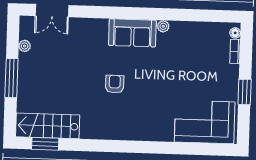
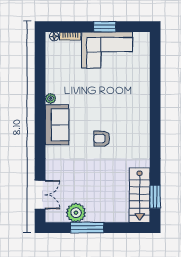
plant: (25, 46) -> (76, 213), width x1.88, depth x1.88
window: (11, 78) -> (87, 228), moved
corner sofa: (205, 122) -> (107, 50), moved, turned -90

